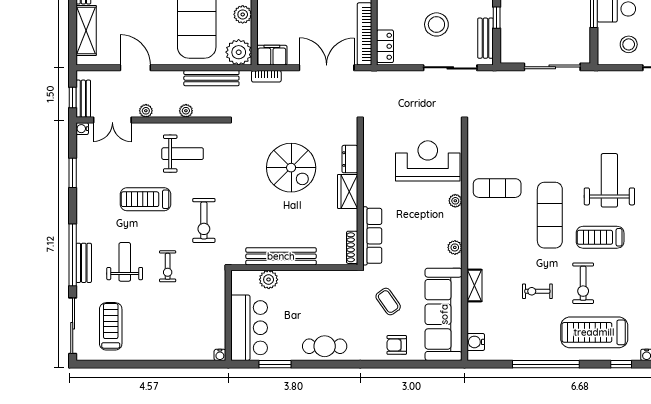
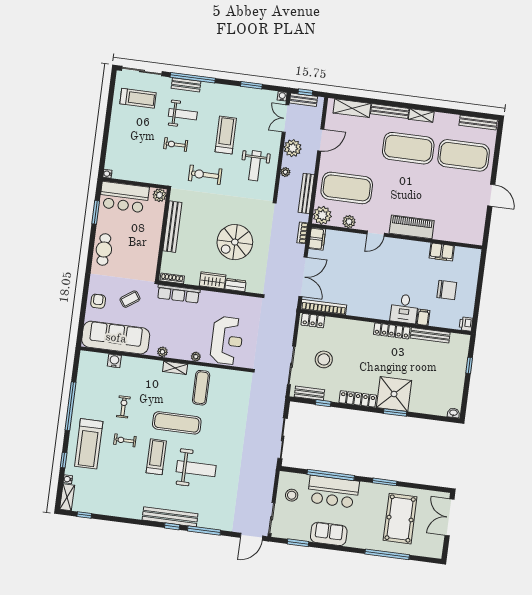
plant: (146, 111) -> (293, 148), width x1.87, depth x1.87
plant: (269, 280) -> (159, 195), moved
exercise bike: (583, 283) -> (125, 440), width x0.73, depth x0.72
shelving: (474, 285) -> (175, 368), moved
treadmill: (594, 332) -> (89, 444), turned 180
water cooler: (476, 342) -> (114, 361), moved

